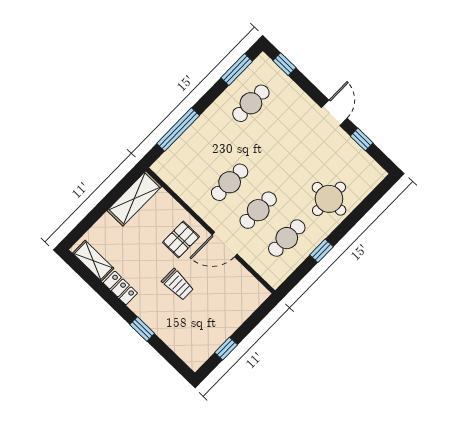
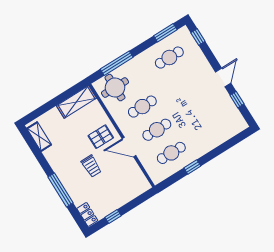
round table: (329, 199) -> (115, 88), moved
locker: (120, 288) -> (87, 214), moved
window: (142, 329) -> (61, 190), width x2.17

